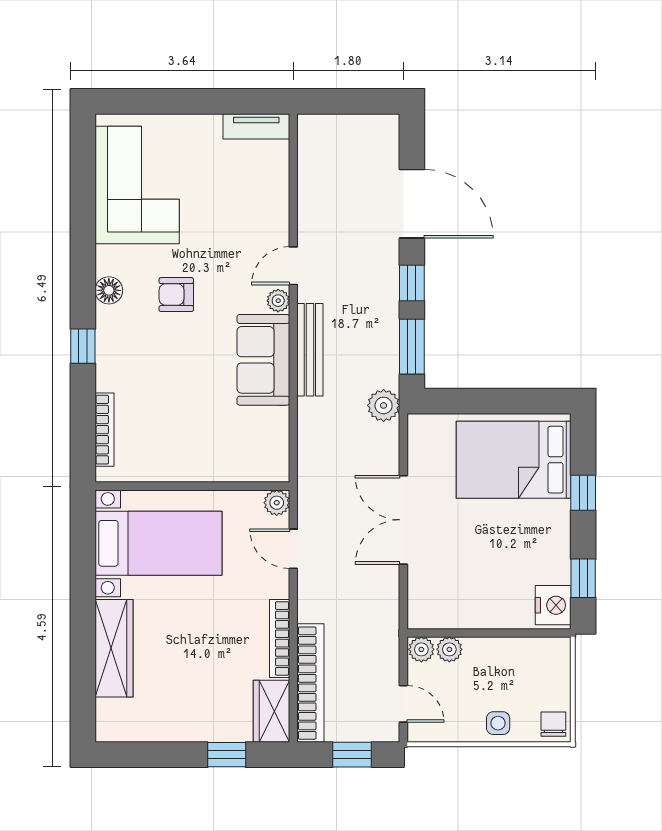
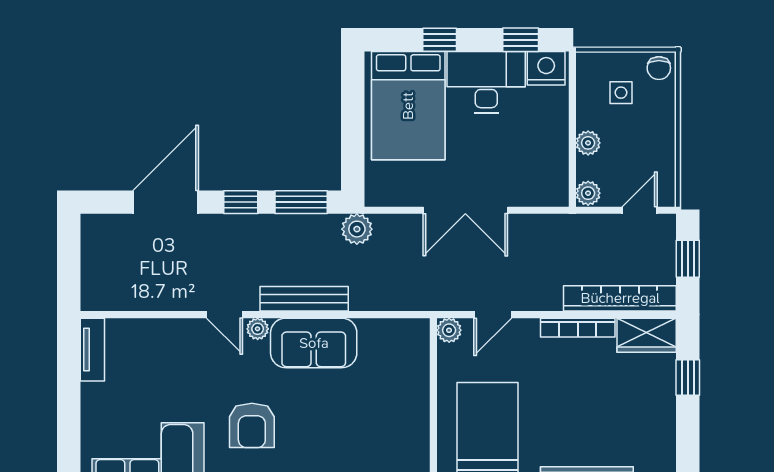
armchair: (176, 295) -> (252, 425), width x1.38, depth x1.38
desk: (539, 542) -> (486, 82), added
plant: (449, 649) -> (588, 143), moved
side table: (498, 723) -> (621, 93), moved
chair: (553, 724) -> (659, 68), turned -90

